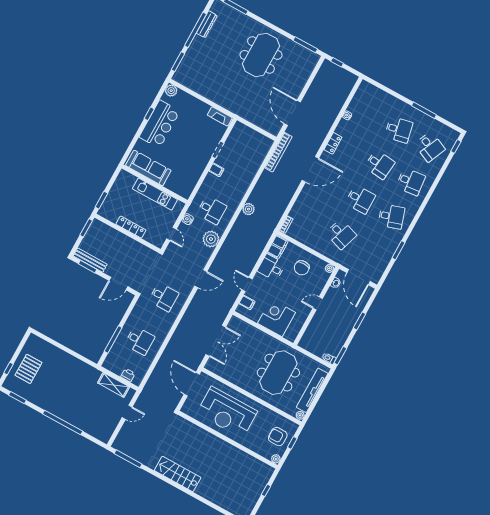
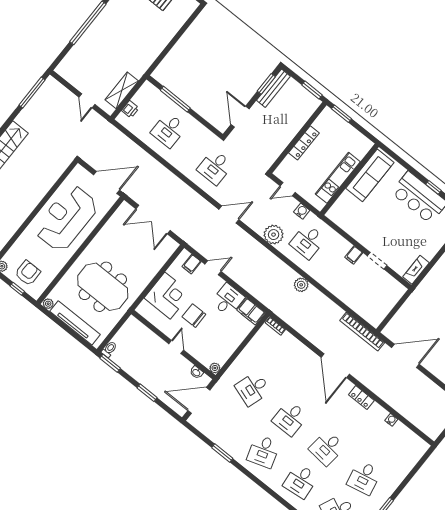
chair: (302, 268) -> (194, 316), moved
door: (201, 279) -> (229, 215), swing flipped

